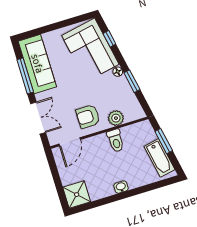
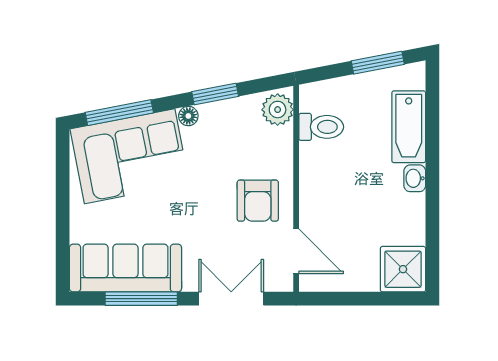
window: (109, 39) -> (119, 113), width x2.17
plant: (116, 118) -> (278, 110), moved
toilet: (116, 141) -> (321, 127), moved
window: (164, 141) -> (378, 63), moved
bathtub: (159, 158) -> (409, 127), moved, turned 101

